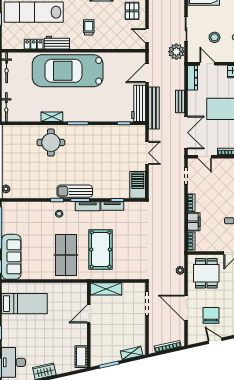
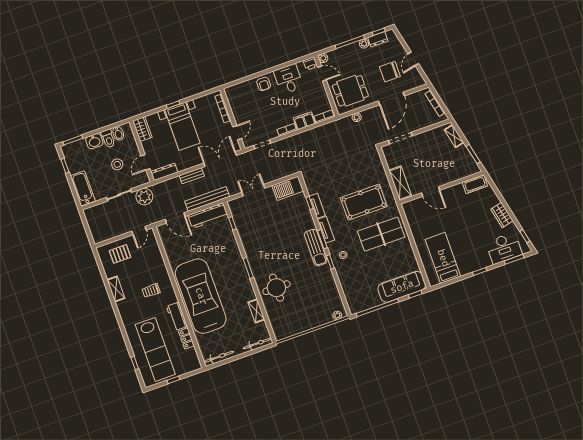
car: (68, 71) -> (201, 296), turned 180
shelving: (52, 117) -> (256, 311), moved

